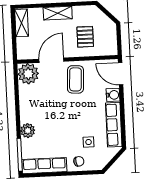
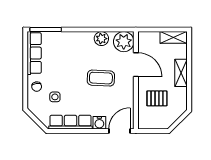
coffee table: (75, 79) -> (101, 78), moved
plant: (28, 131) -> (101, 39), moved

